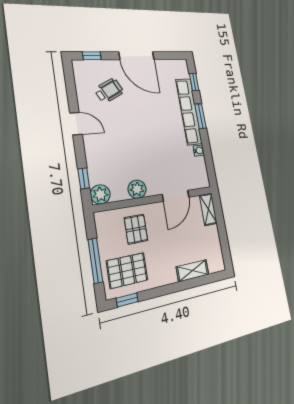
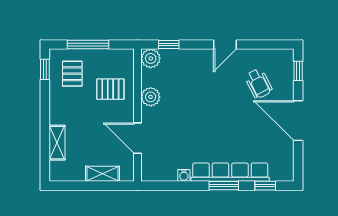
door: (137, 56) -> (298, 121), hinge flipped
shelving: (208, 209) -> (102, 174), moved
pallet: (127, 270) -> (72, 74), width x0.67, depth x0.71

